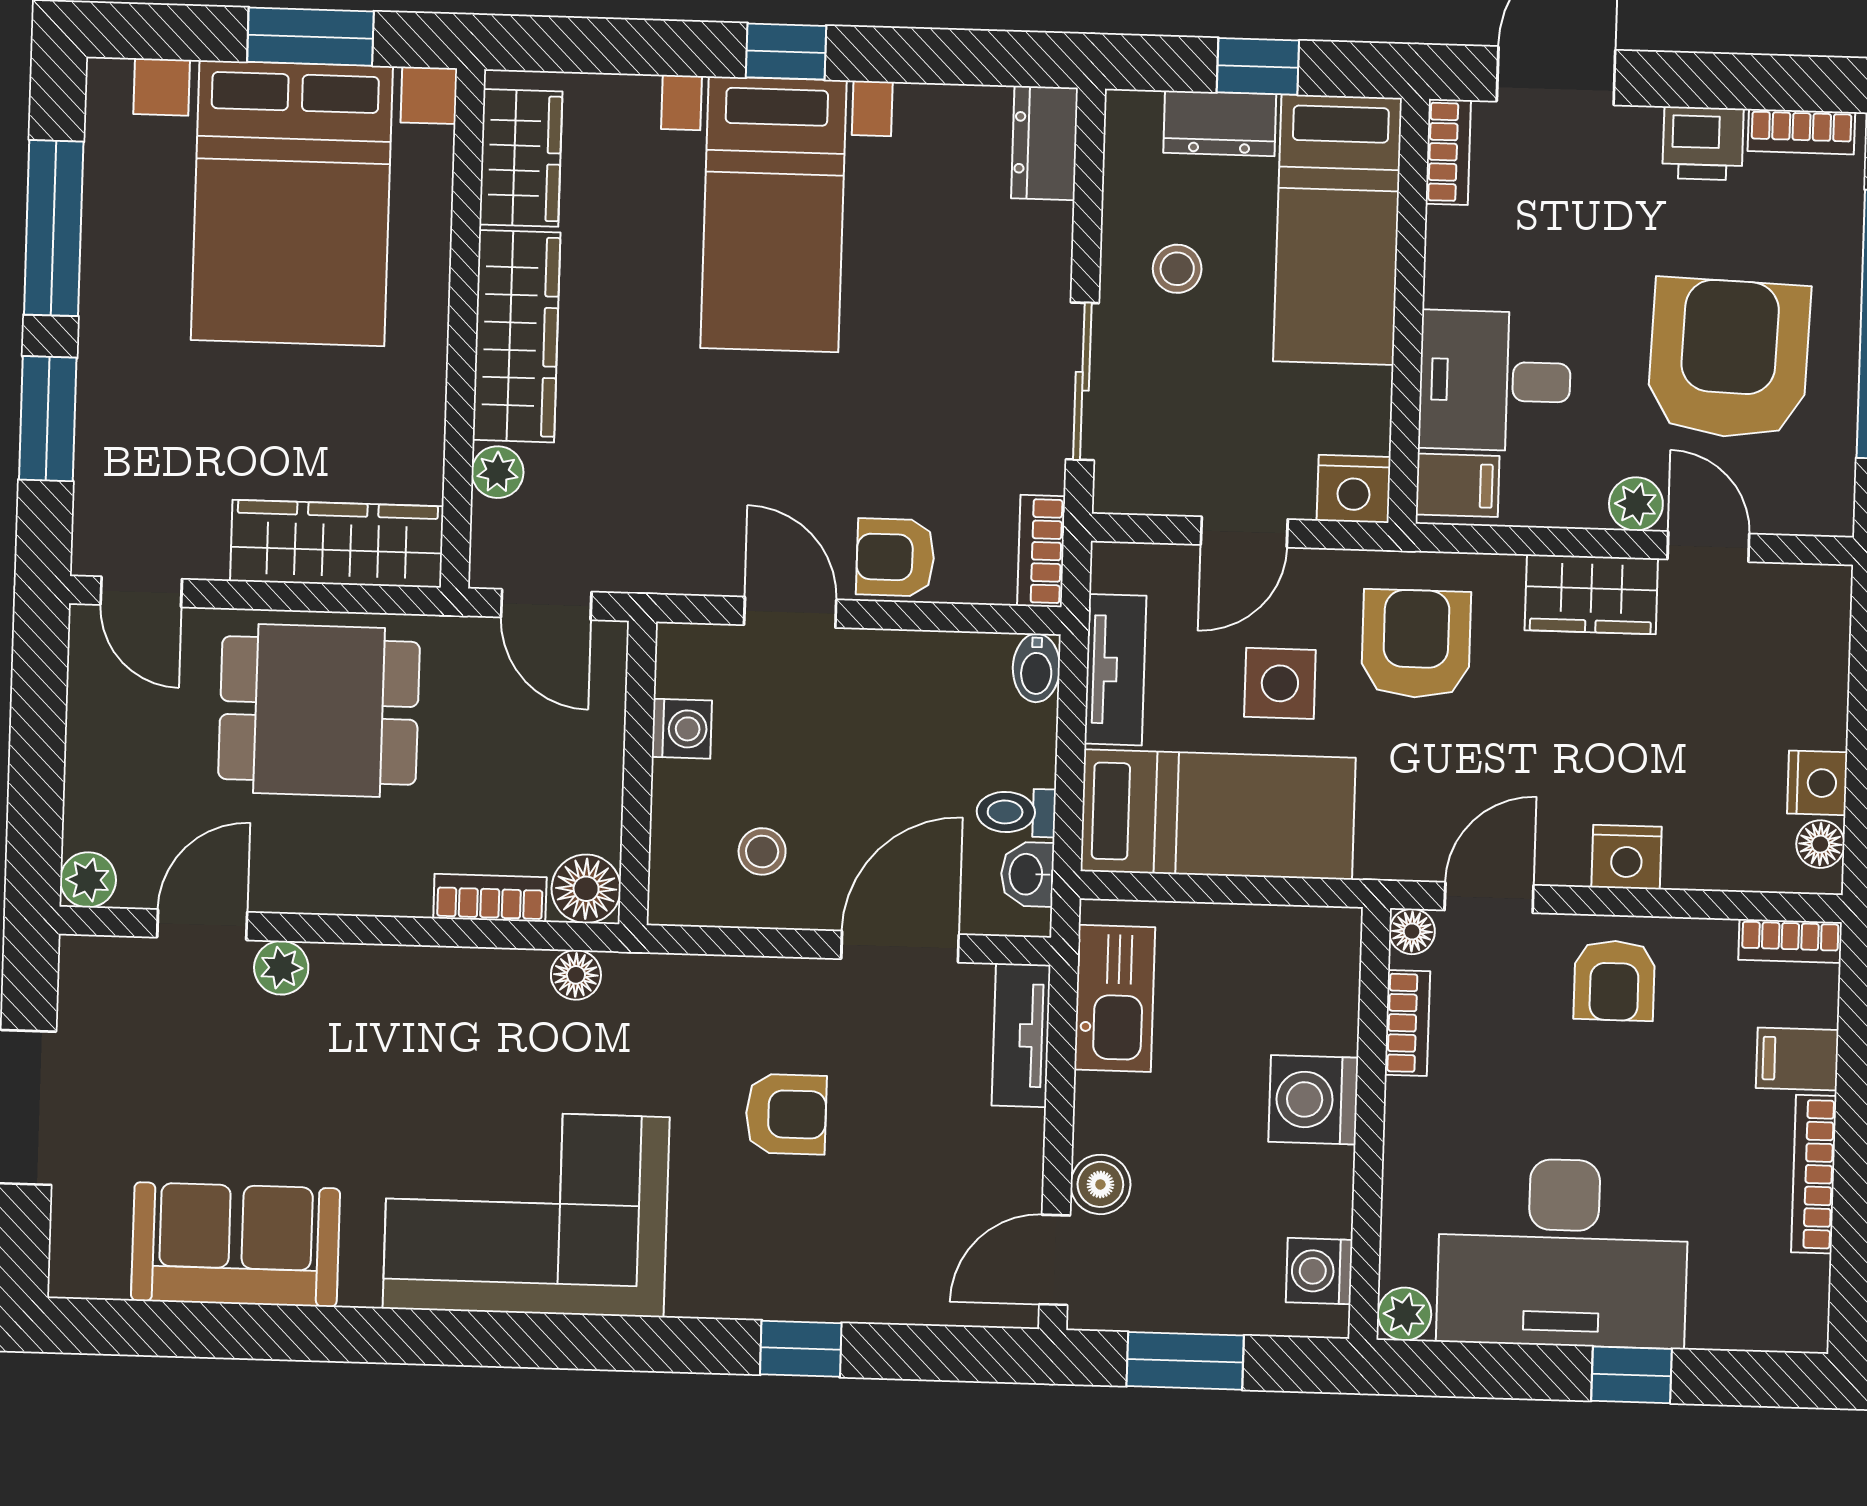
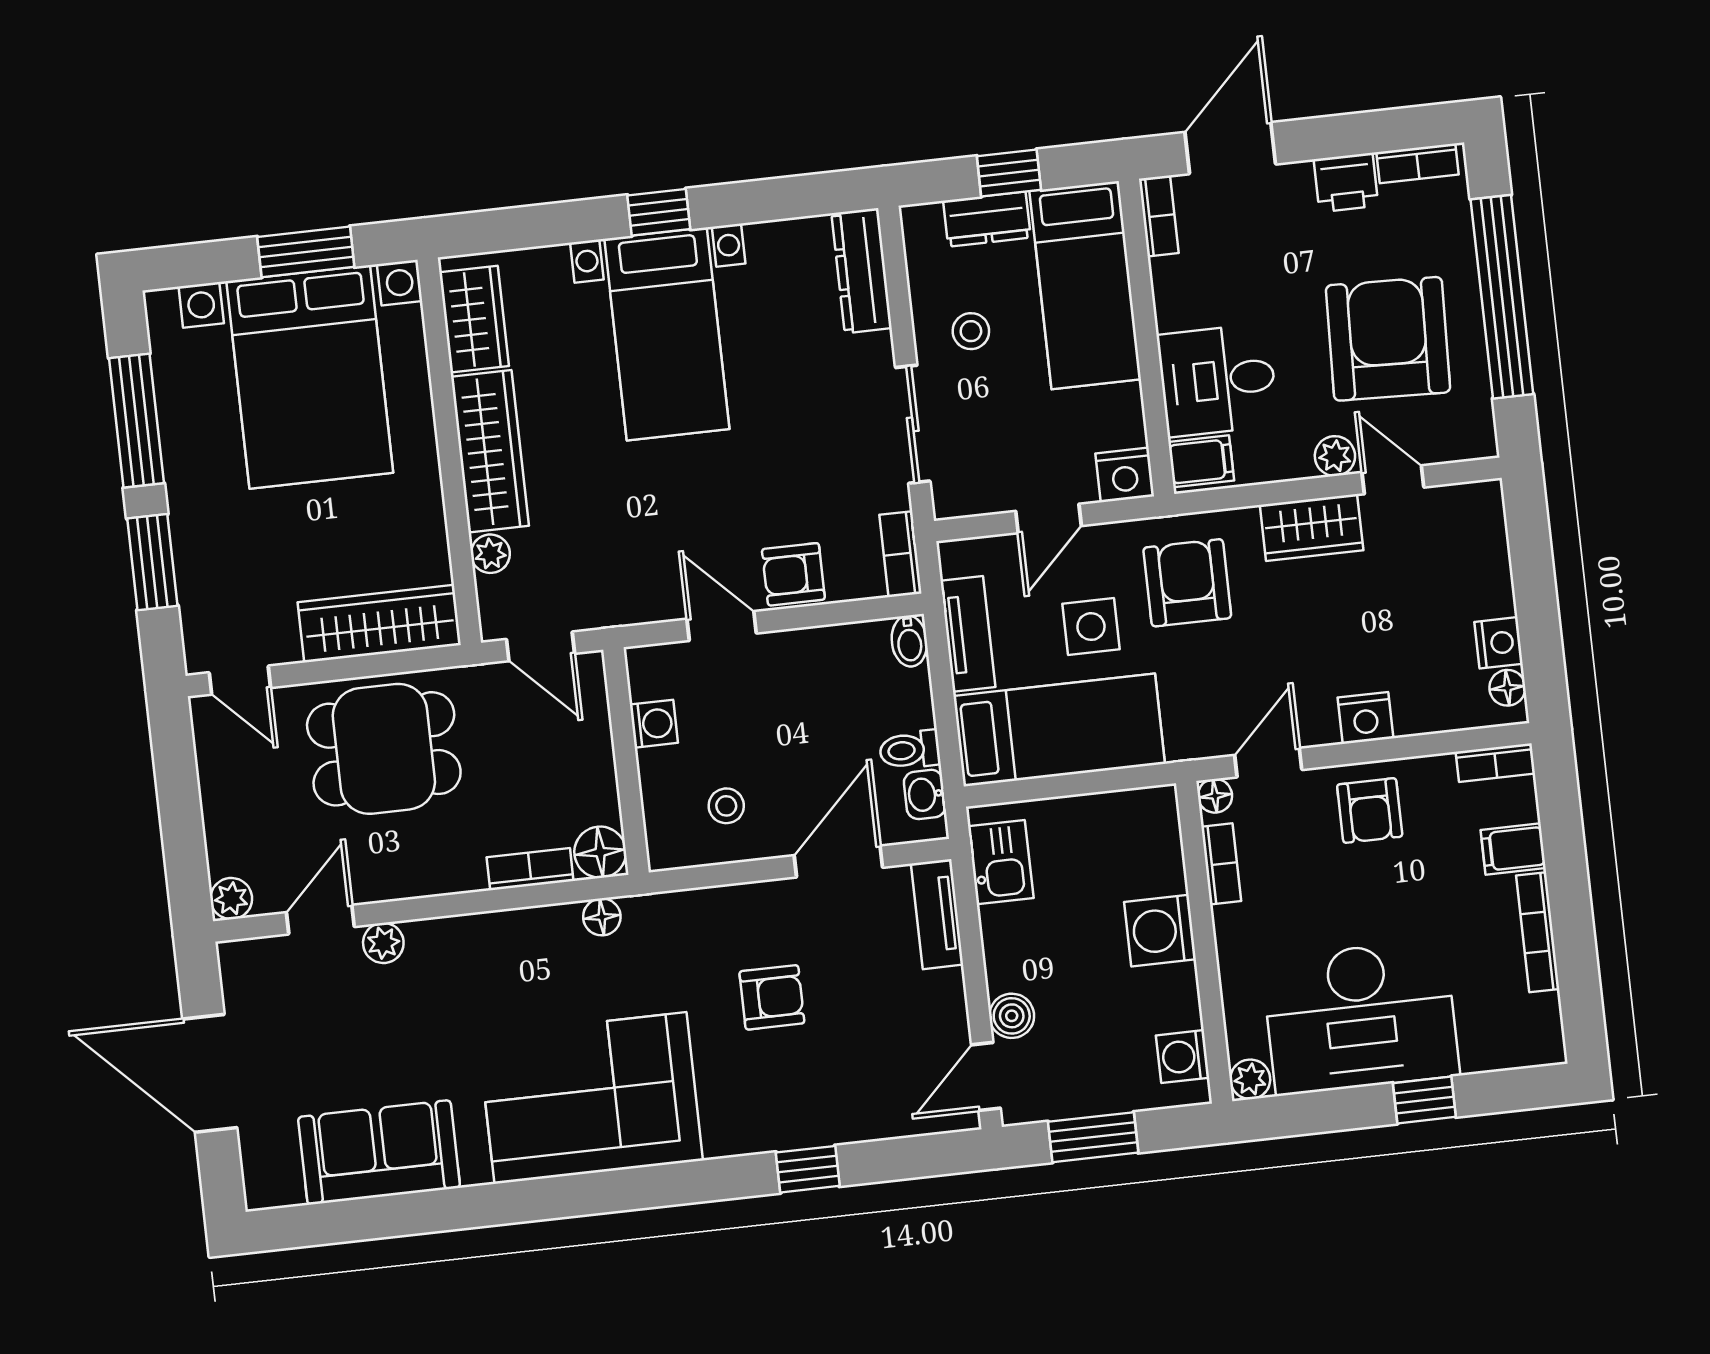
dresser: (1045, 143) -> (862, 271), width x1.44
kitchen sink: (1115, 998) -> (1001, 862), width x0.73

